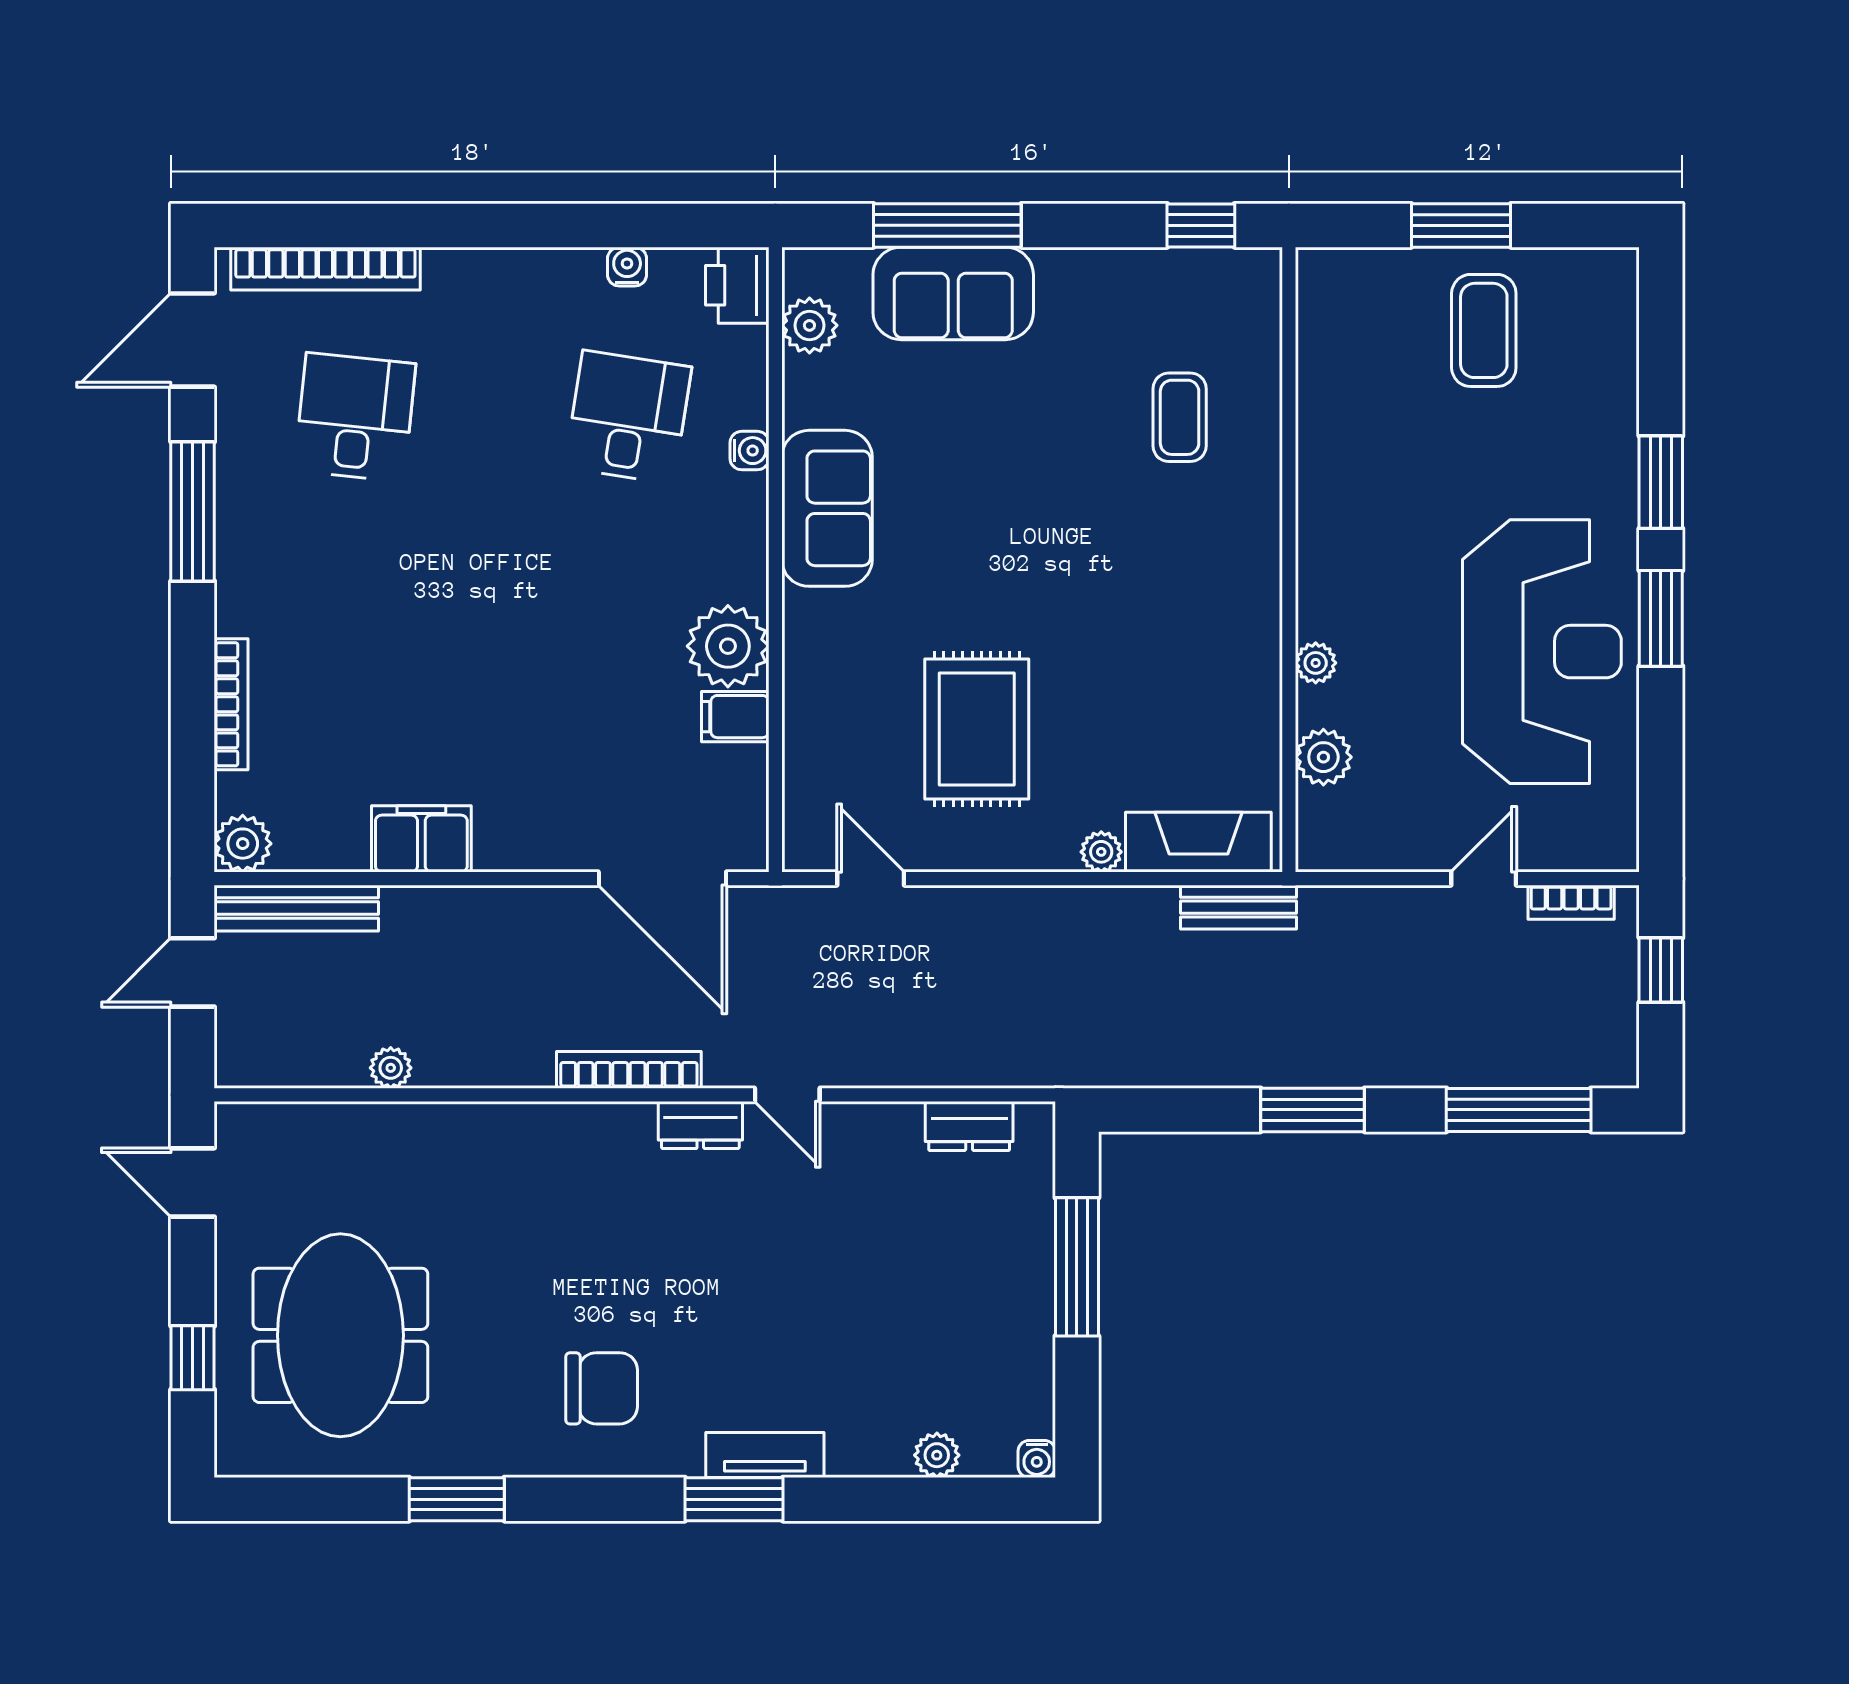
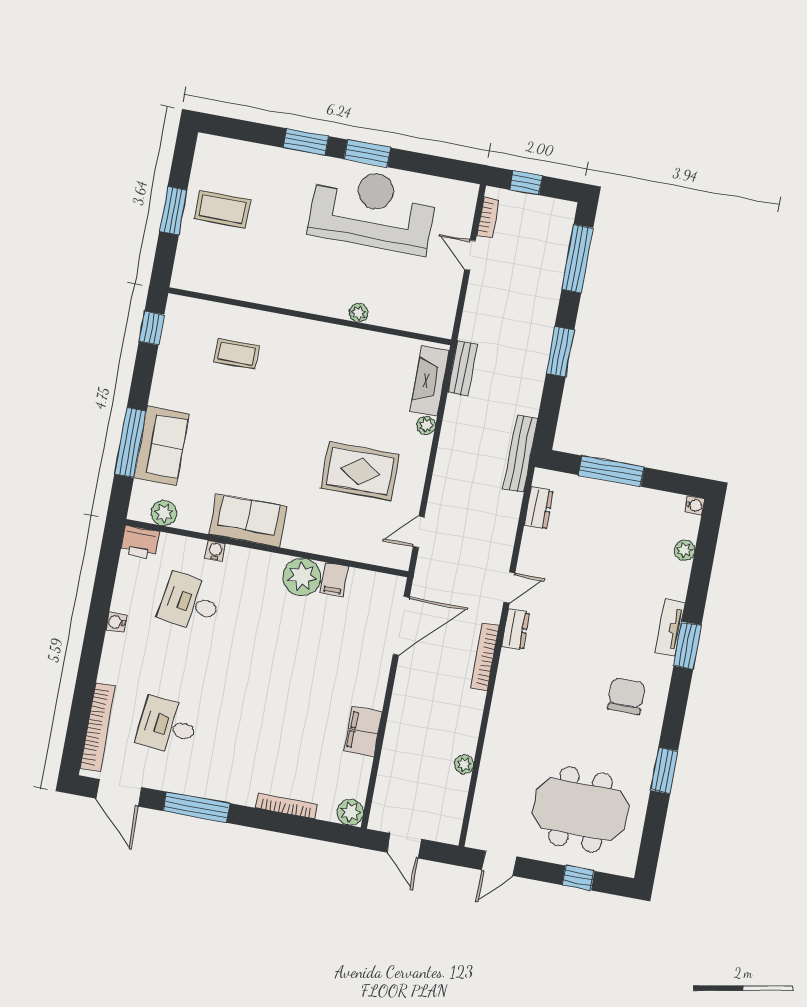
water cooler: (627, 267) -> (116, 622), moved
plant: (1323, 757) -> (402, 317), removed
bench: (296, 908) -> (520, 454), moved

